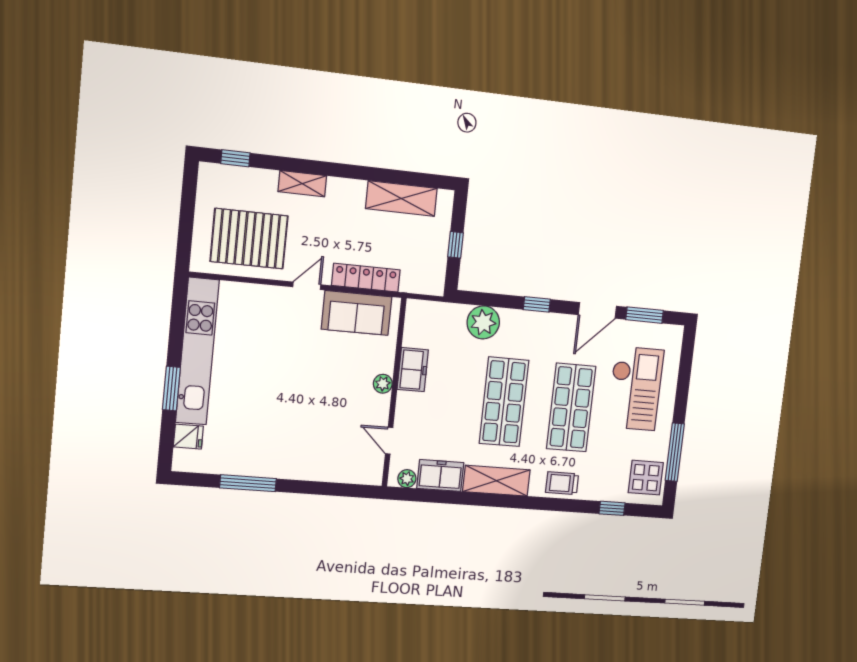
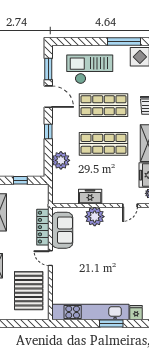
plant: (383, 384) -> (95, 217), width x1.87, depth x1.87

